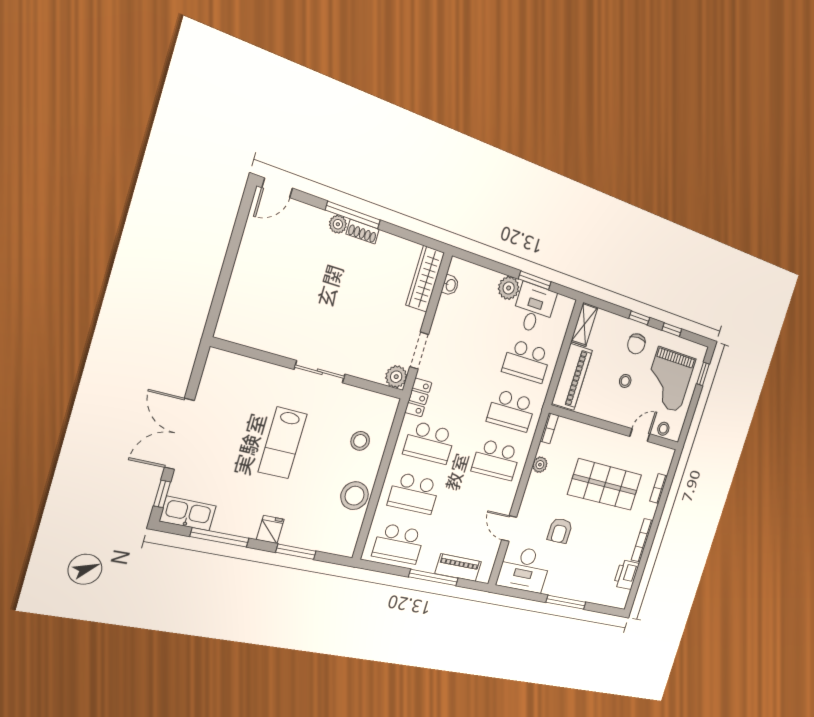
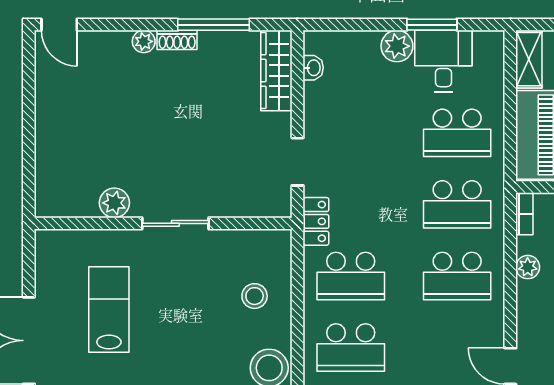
door: (277, 188) -> (59, 25), hinge flipped
window: (353, 215) -> (214, 25), moved
plant: (396, 377) -> (114, 203), moved
lab bench: (283, 443) -> (109, 309), moved, turned 180

